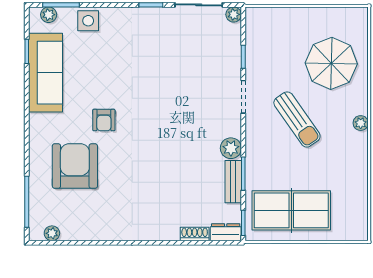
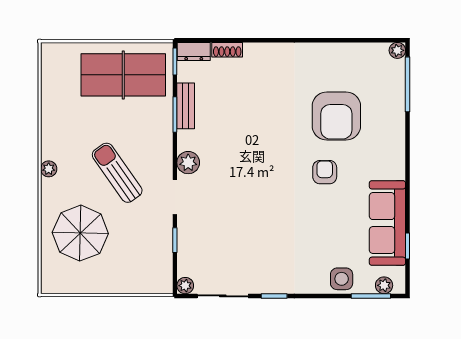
plant: (231, 148) -> (188, 163), moved
armchair: (75, 166) -> (336, 116), moved
plant: (52, 233) -> (397, 50), moved

